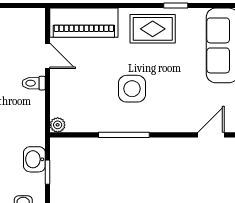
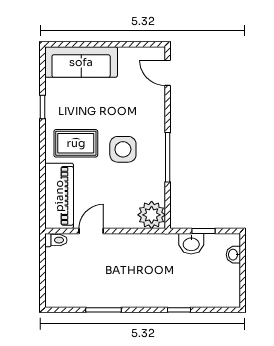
rug: (153, 29) -> (76, 143), moved, turned 90
toilet: (34, 83) -> (56, 240), moved, turned -90
plant: (58, 125) -> (152, 215), width x1.87, depth x1.87

